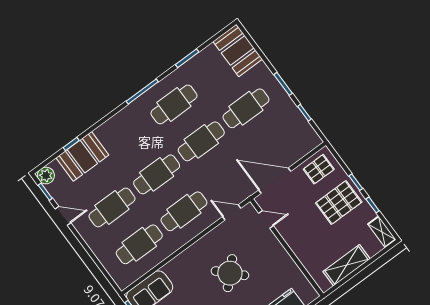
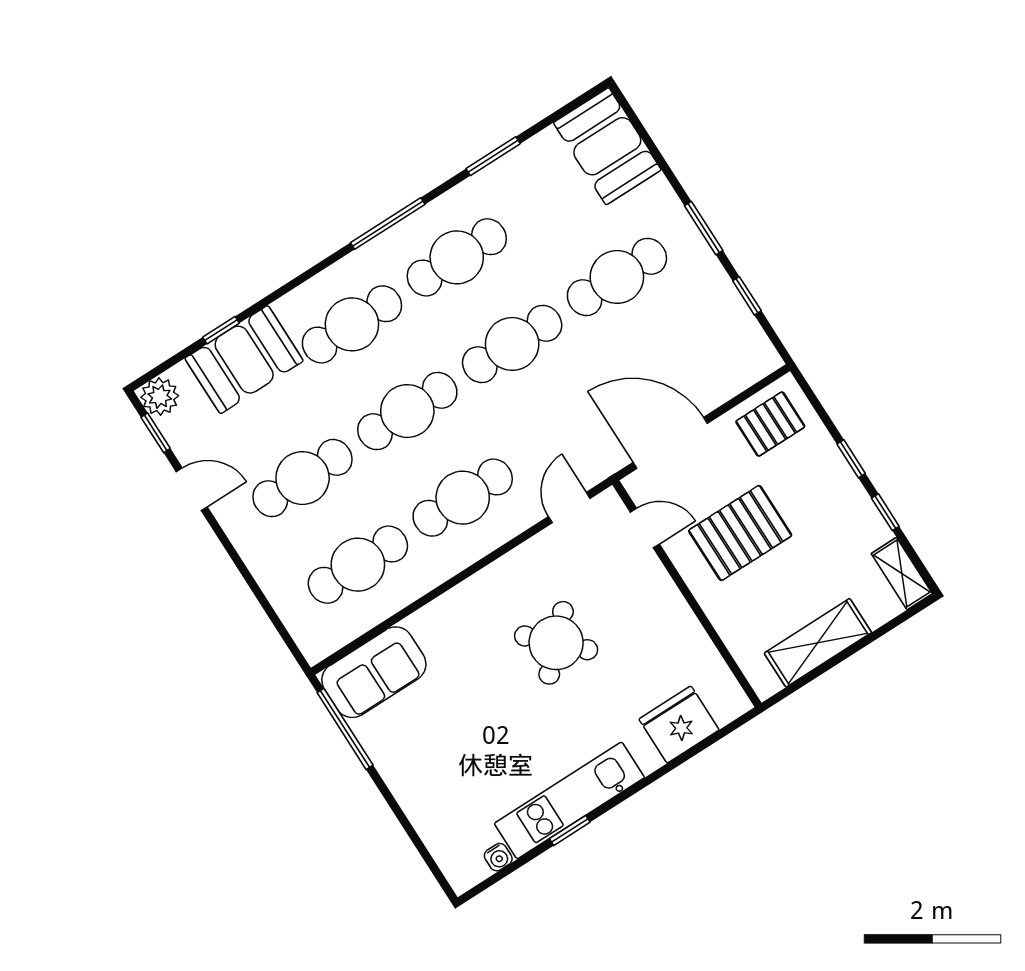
cafe table: (129, 137) -> (352, 324), added
pallet: (339, 203) -> (740, 533), moved
door: (232, 212) -> (569, 507), hinge flipped

